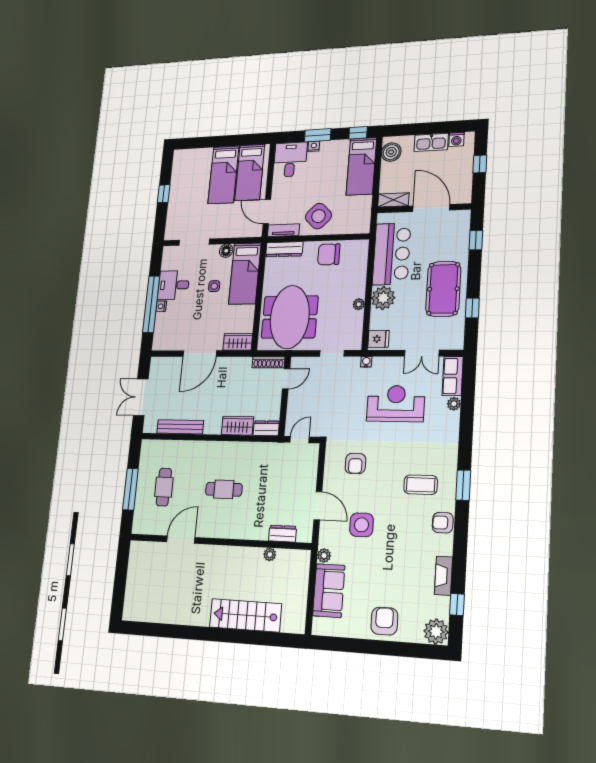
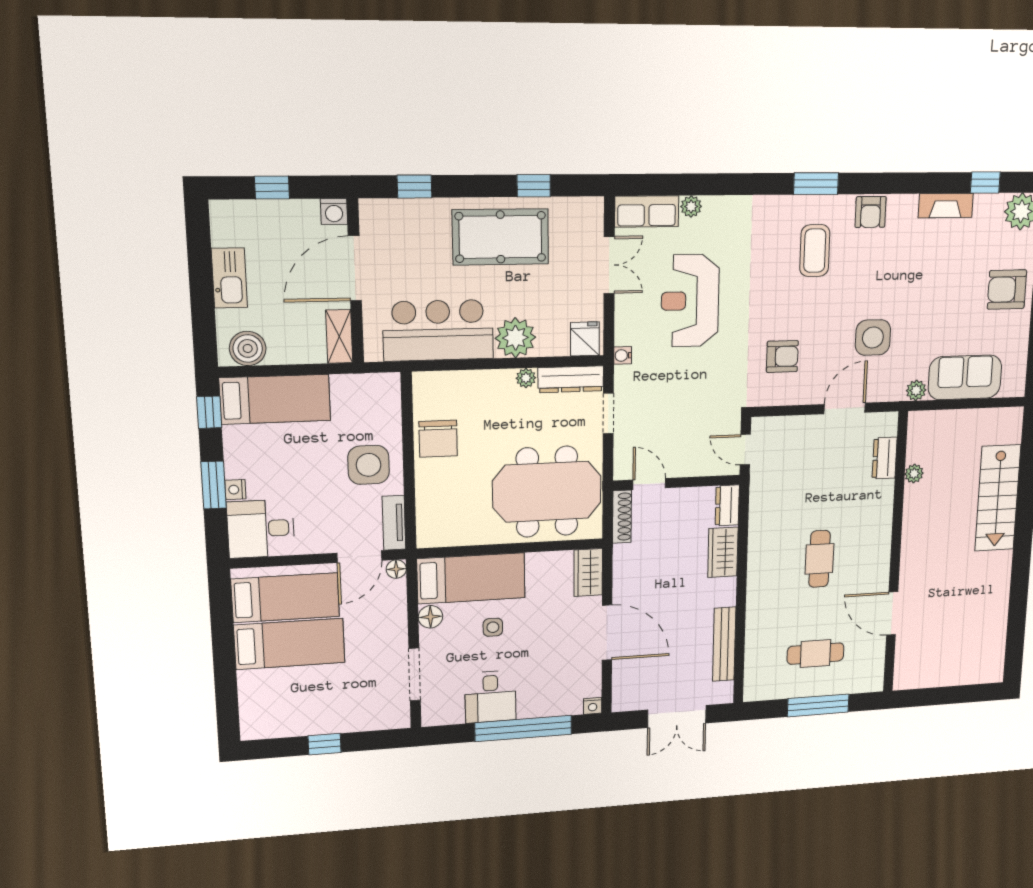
washing machine: (456, 139) -> (334, 212), moved, turned 90
side table: (318, 216) -> (369, 465), turned 45
floor lamp: (257, 232) -> (396, 569), added
dresser: (284, 249) -> (571, 379), moved, turned 90
nightstand: (161, 306) -> (593, 706), moved

